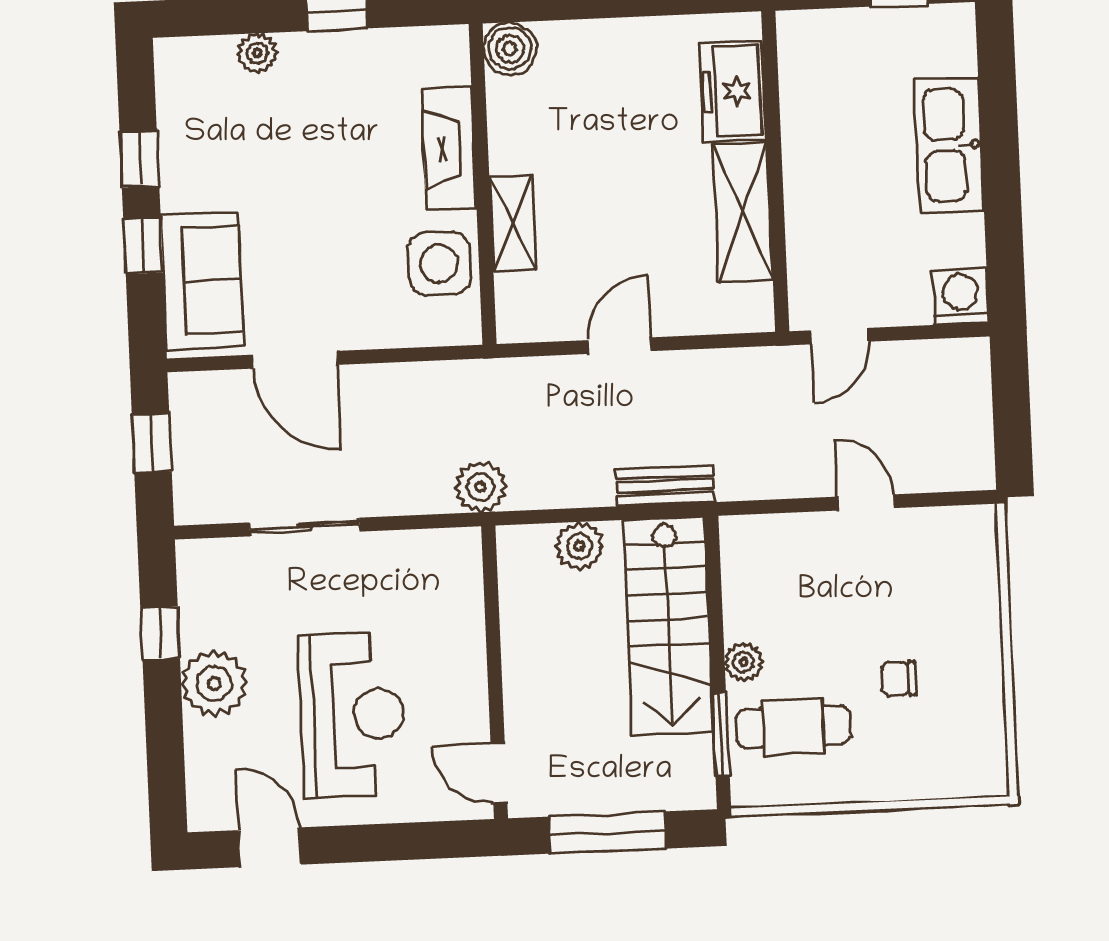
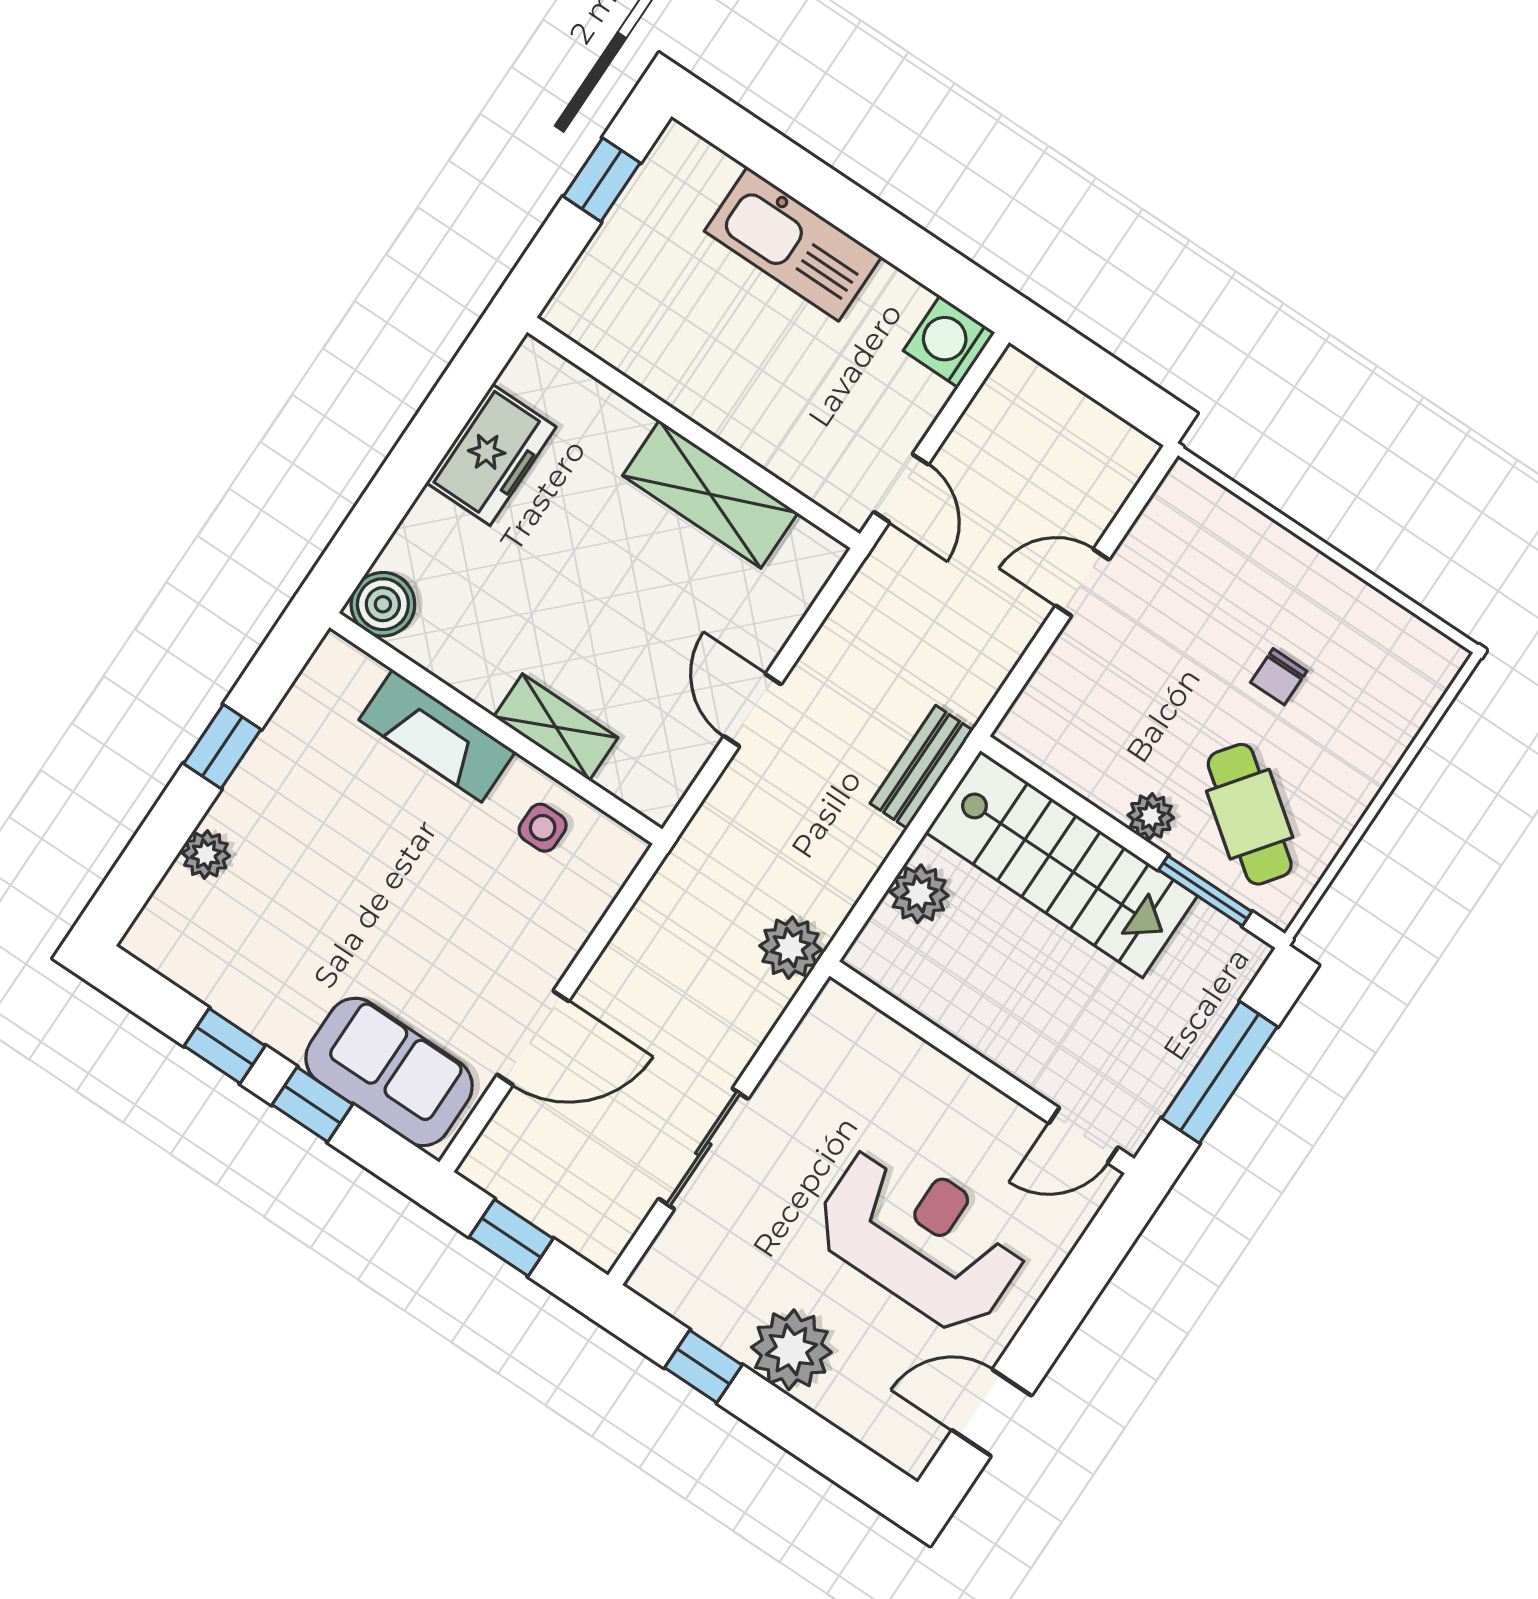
freezer: (733, 91) -> (491, 455), moved, turned -90
side table: (439, 264) -> (543, 828), width x0.54, depth x0.54
cafe table: (793, 727) -> (1250, 814), turned -53

